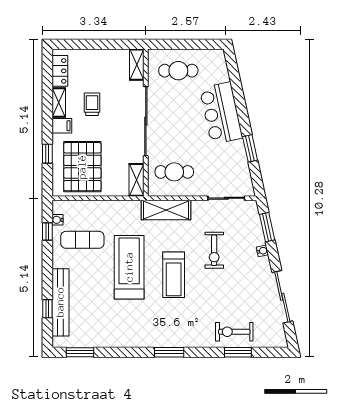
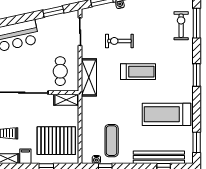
window: (250, 148) -> (53, 11), moved
exercise bike: (214, 250) -> (119, 41), turned 180
treadmill: (129, 267) -> (166, 114), moved
exercise bike: (234, 332) -> (181, 26), turned 180
window: (238, 352) -> (197, 23), width x1.44

